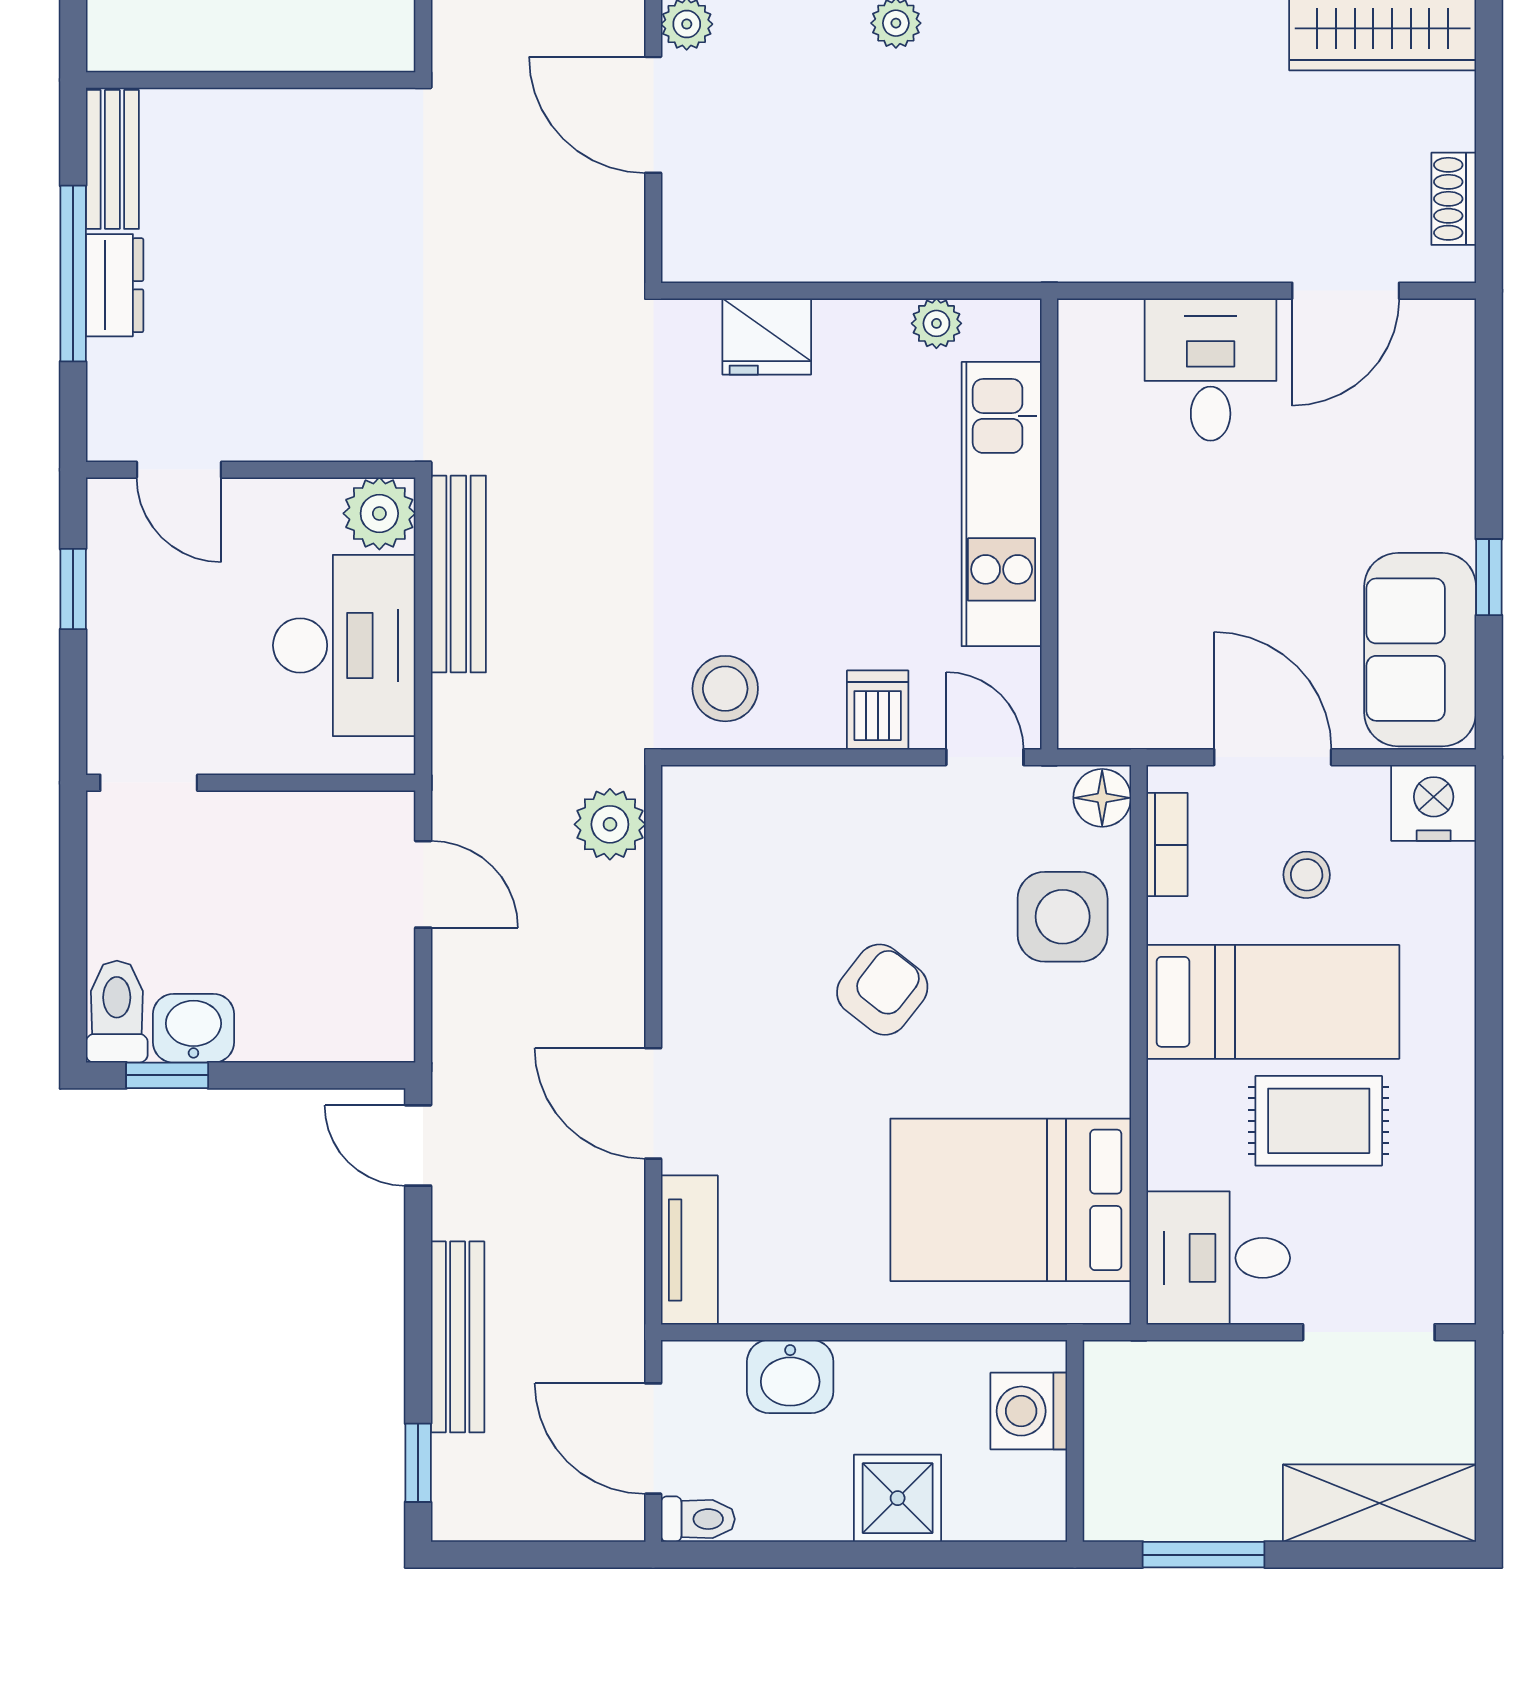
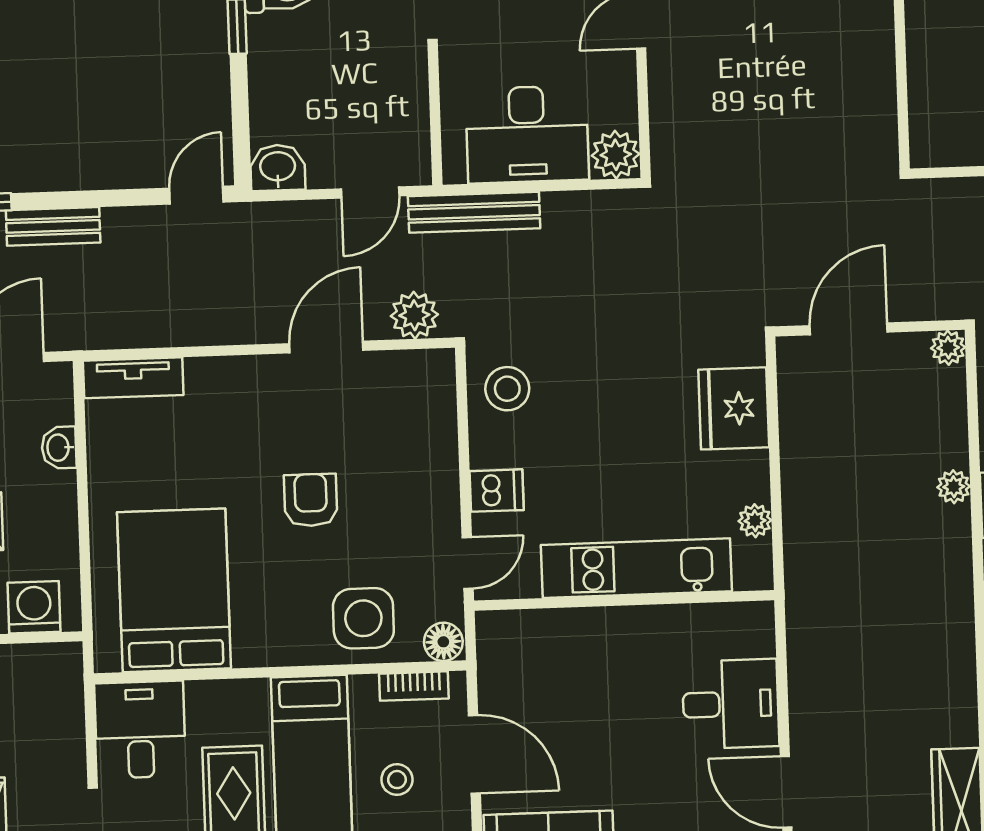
door: (653, 115) -> (849, 329), moved
fridge: (767, 337) -> (734, 408), width x1.36, depth x1.34
bench: (458, 574) -> (474, 212), moved
door: (1273, 757) -> (474, 754), hinge flipped
armchair: (882, 990) -> (311, 500), turned -128
washbasin: (193, 1028) -> (278, 168), moved, turned -90
door: (653, 1103) -> (326, 347), moved
bench: (458, 1337) -> (53, 226), width x0.73
washbasin: (790, 1376) -> (59, 448), width x0.72, depth x0.69

